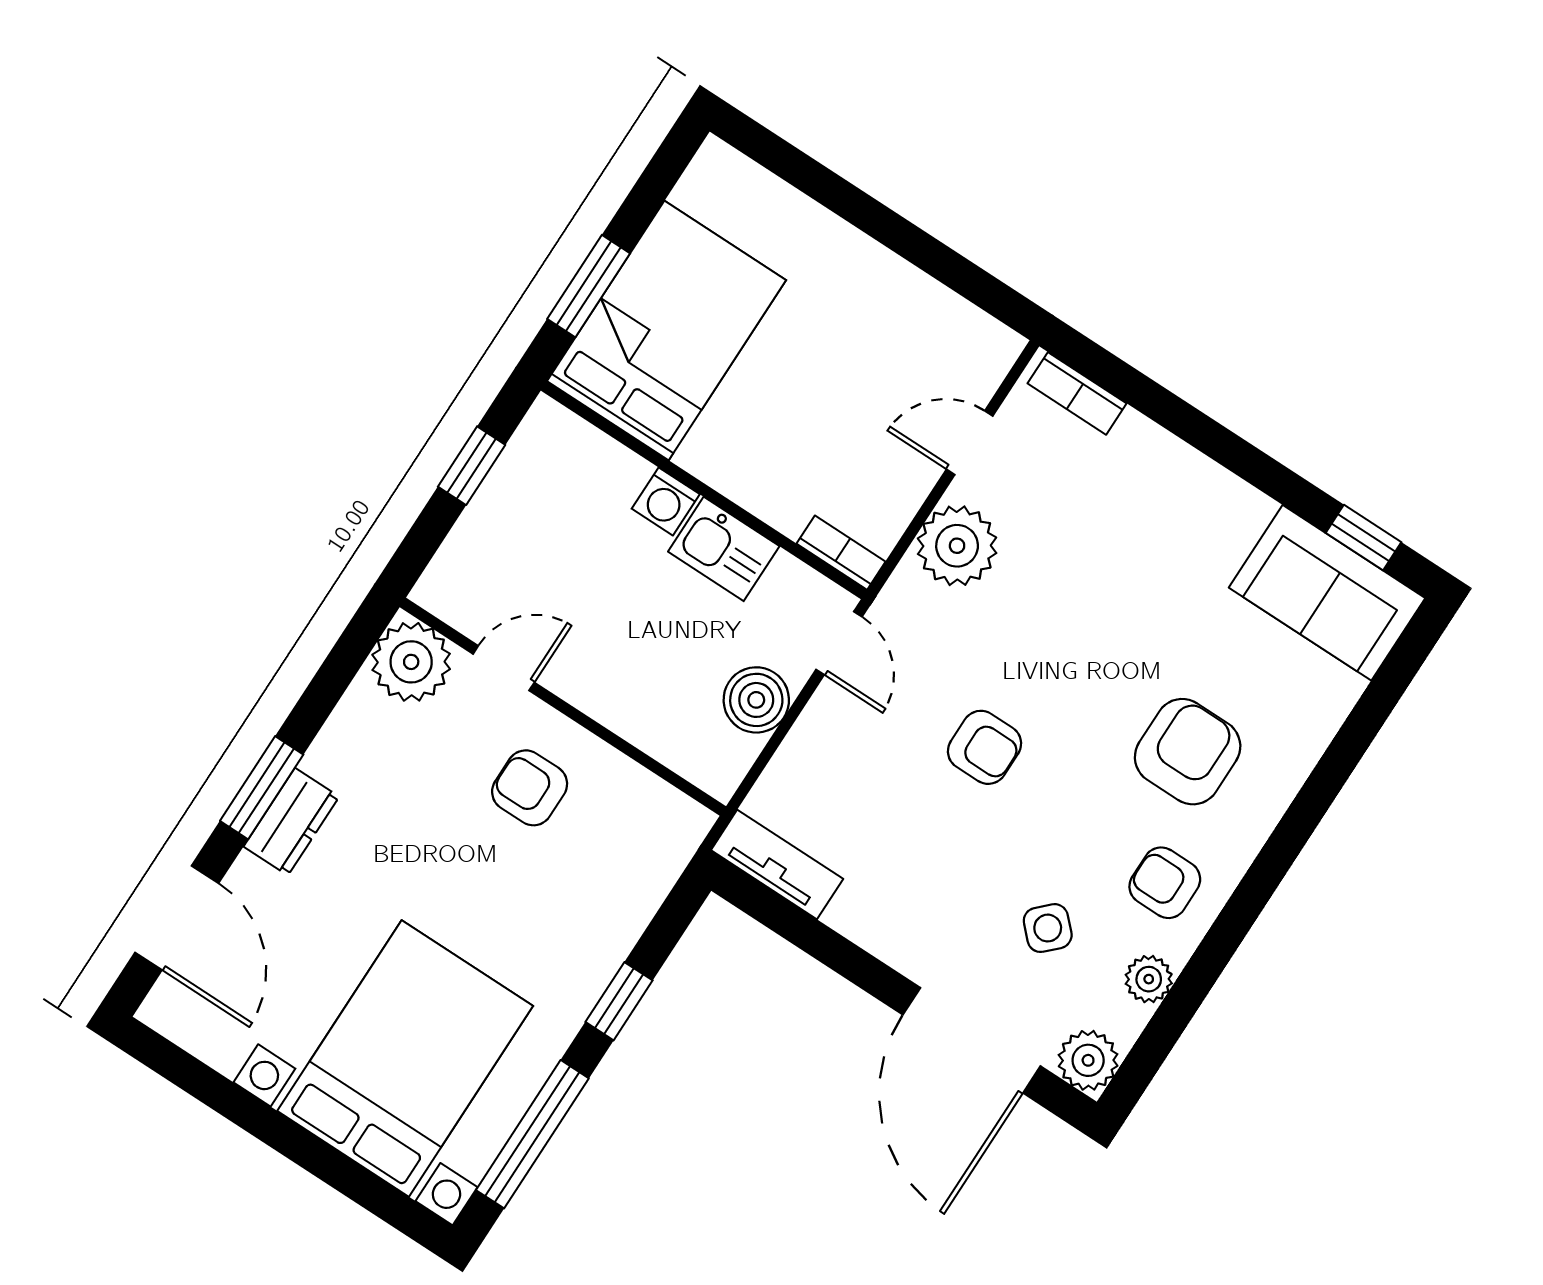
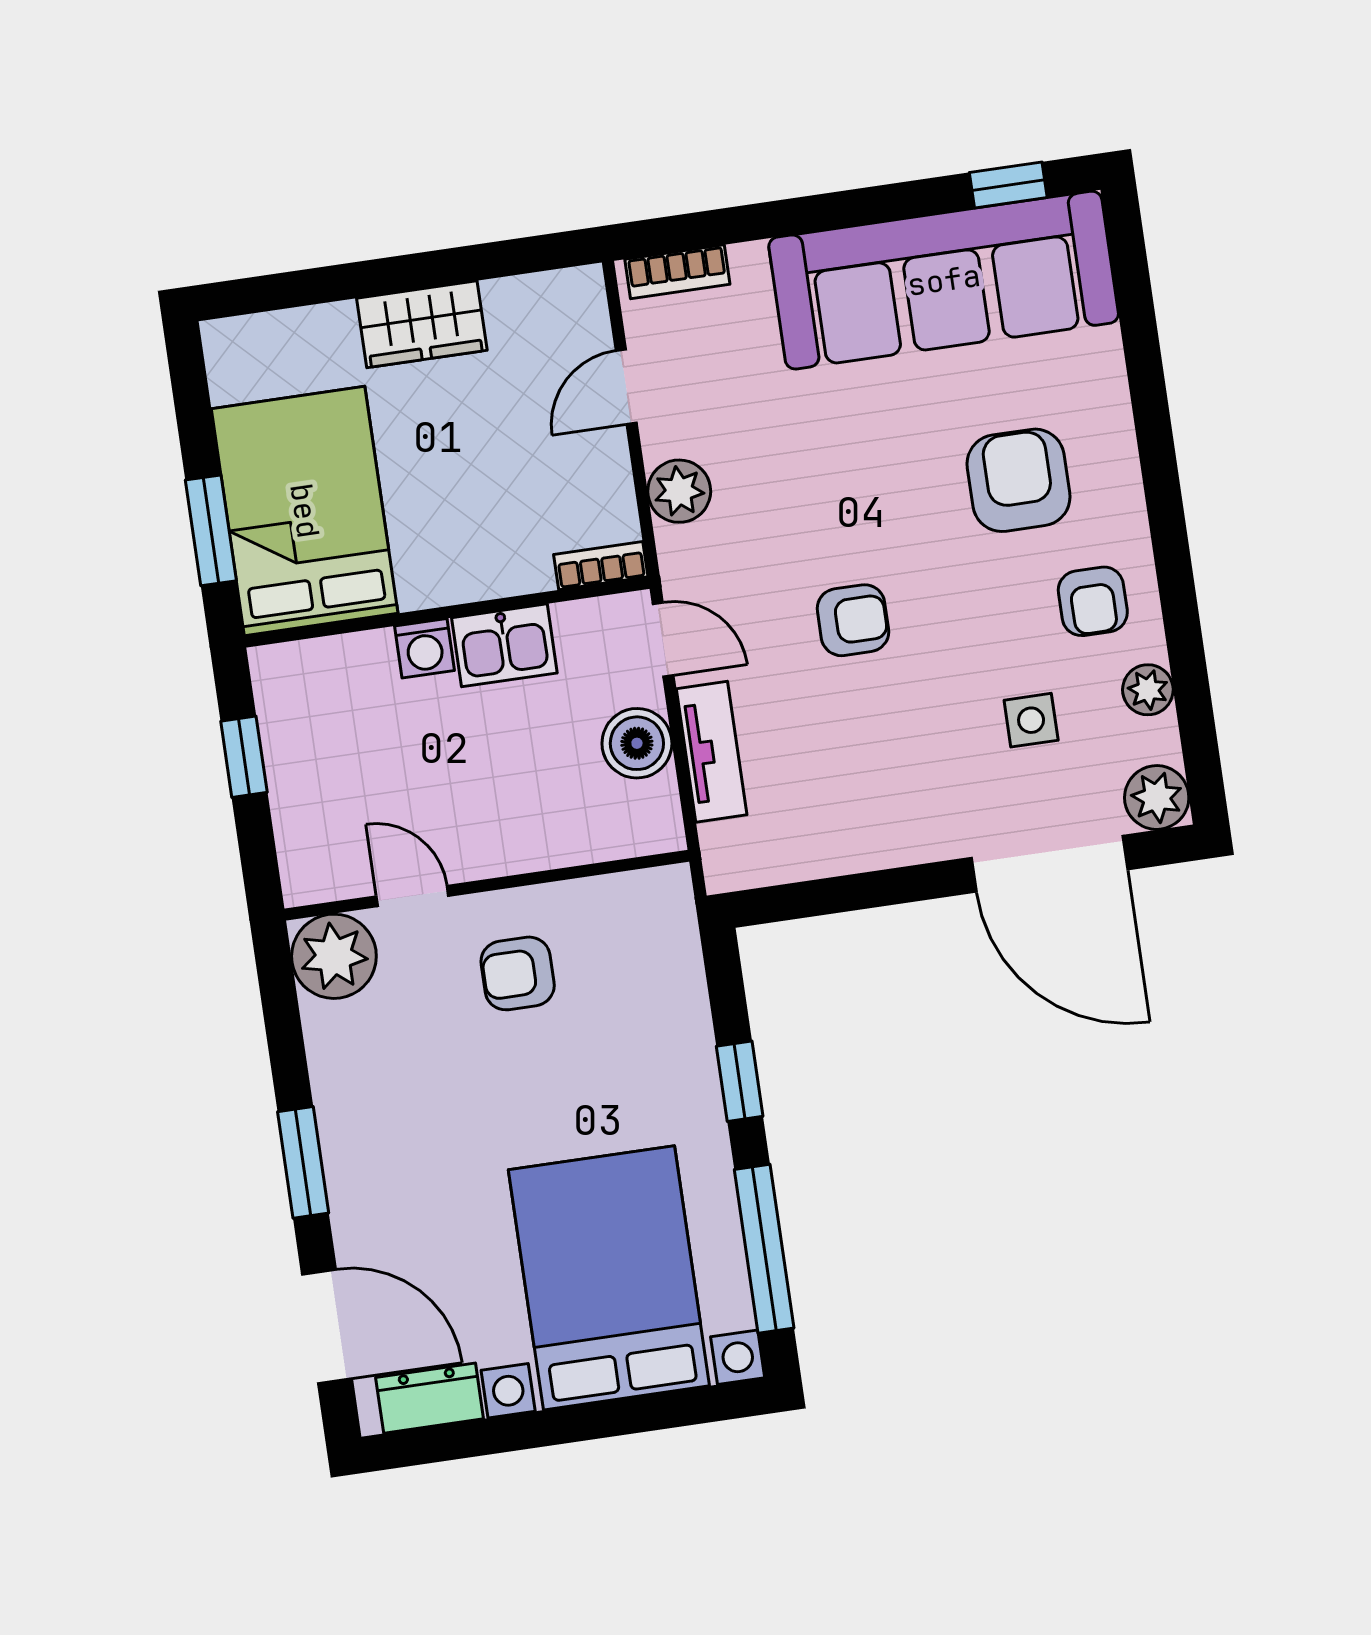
wardrobe: (865, 272) -> (422, 324), added
plant: (957, 546) -> (679, 491), width x0.73, depth x0.73
sofa: (1327, 593) -> (944, 280), width x1.85, depth x1.27
door: (504, 668) -> (412, 896), hinge flipped
dresser: (291, 822) -> (430, 1398), moved, turned -90
tv unit: (777, 864) -> (712, 752), moved, turned 90
armchair: (1165, 883) -> (1093, 601), turned -90
side table: (1048, 928) -> (1031, 720), turned 45

